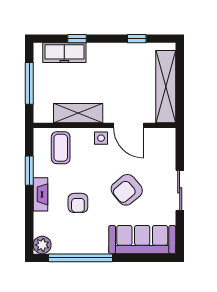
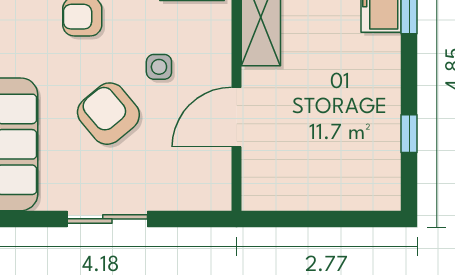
shelving: (166, 87) -> (314, 191), removed
side table: (101, 138) -> (159, 67), moved

